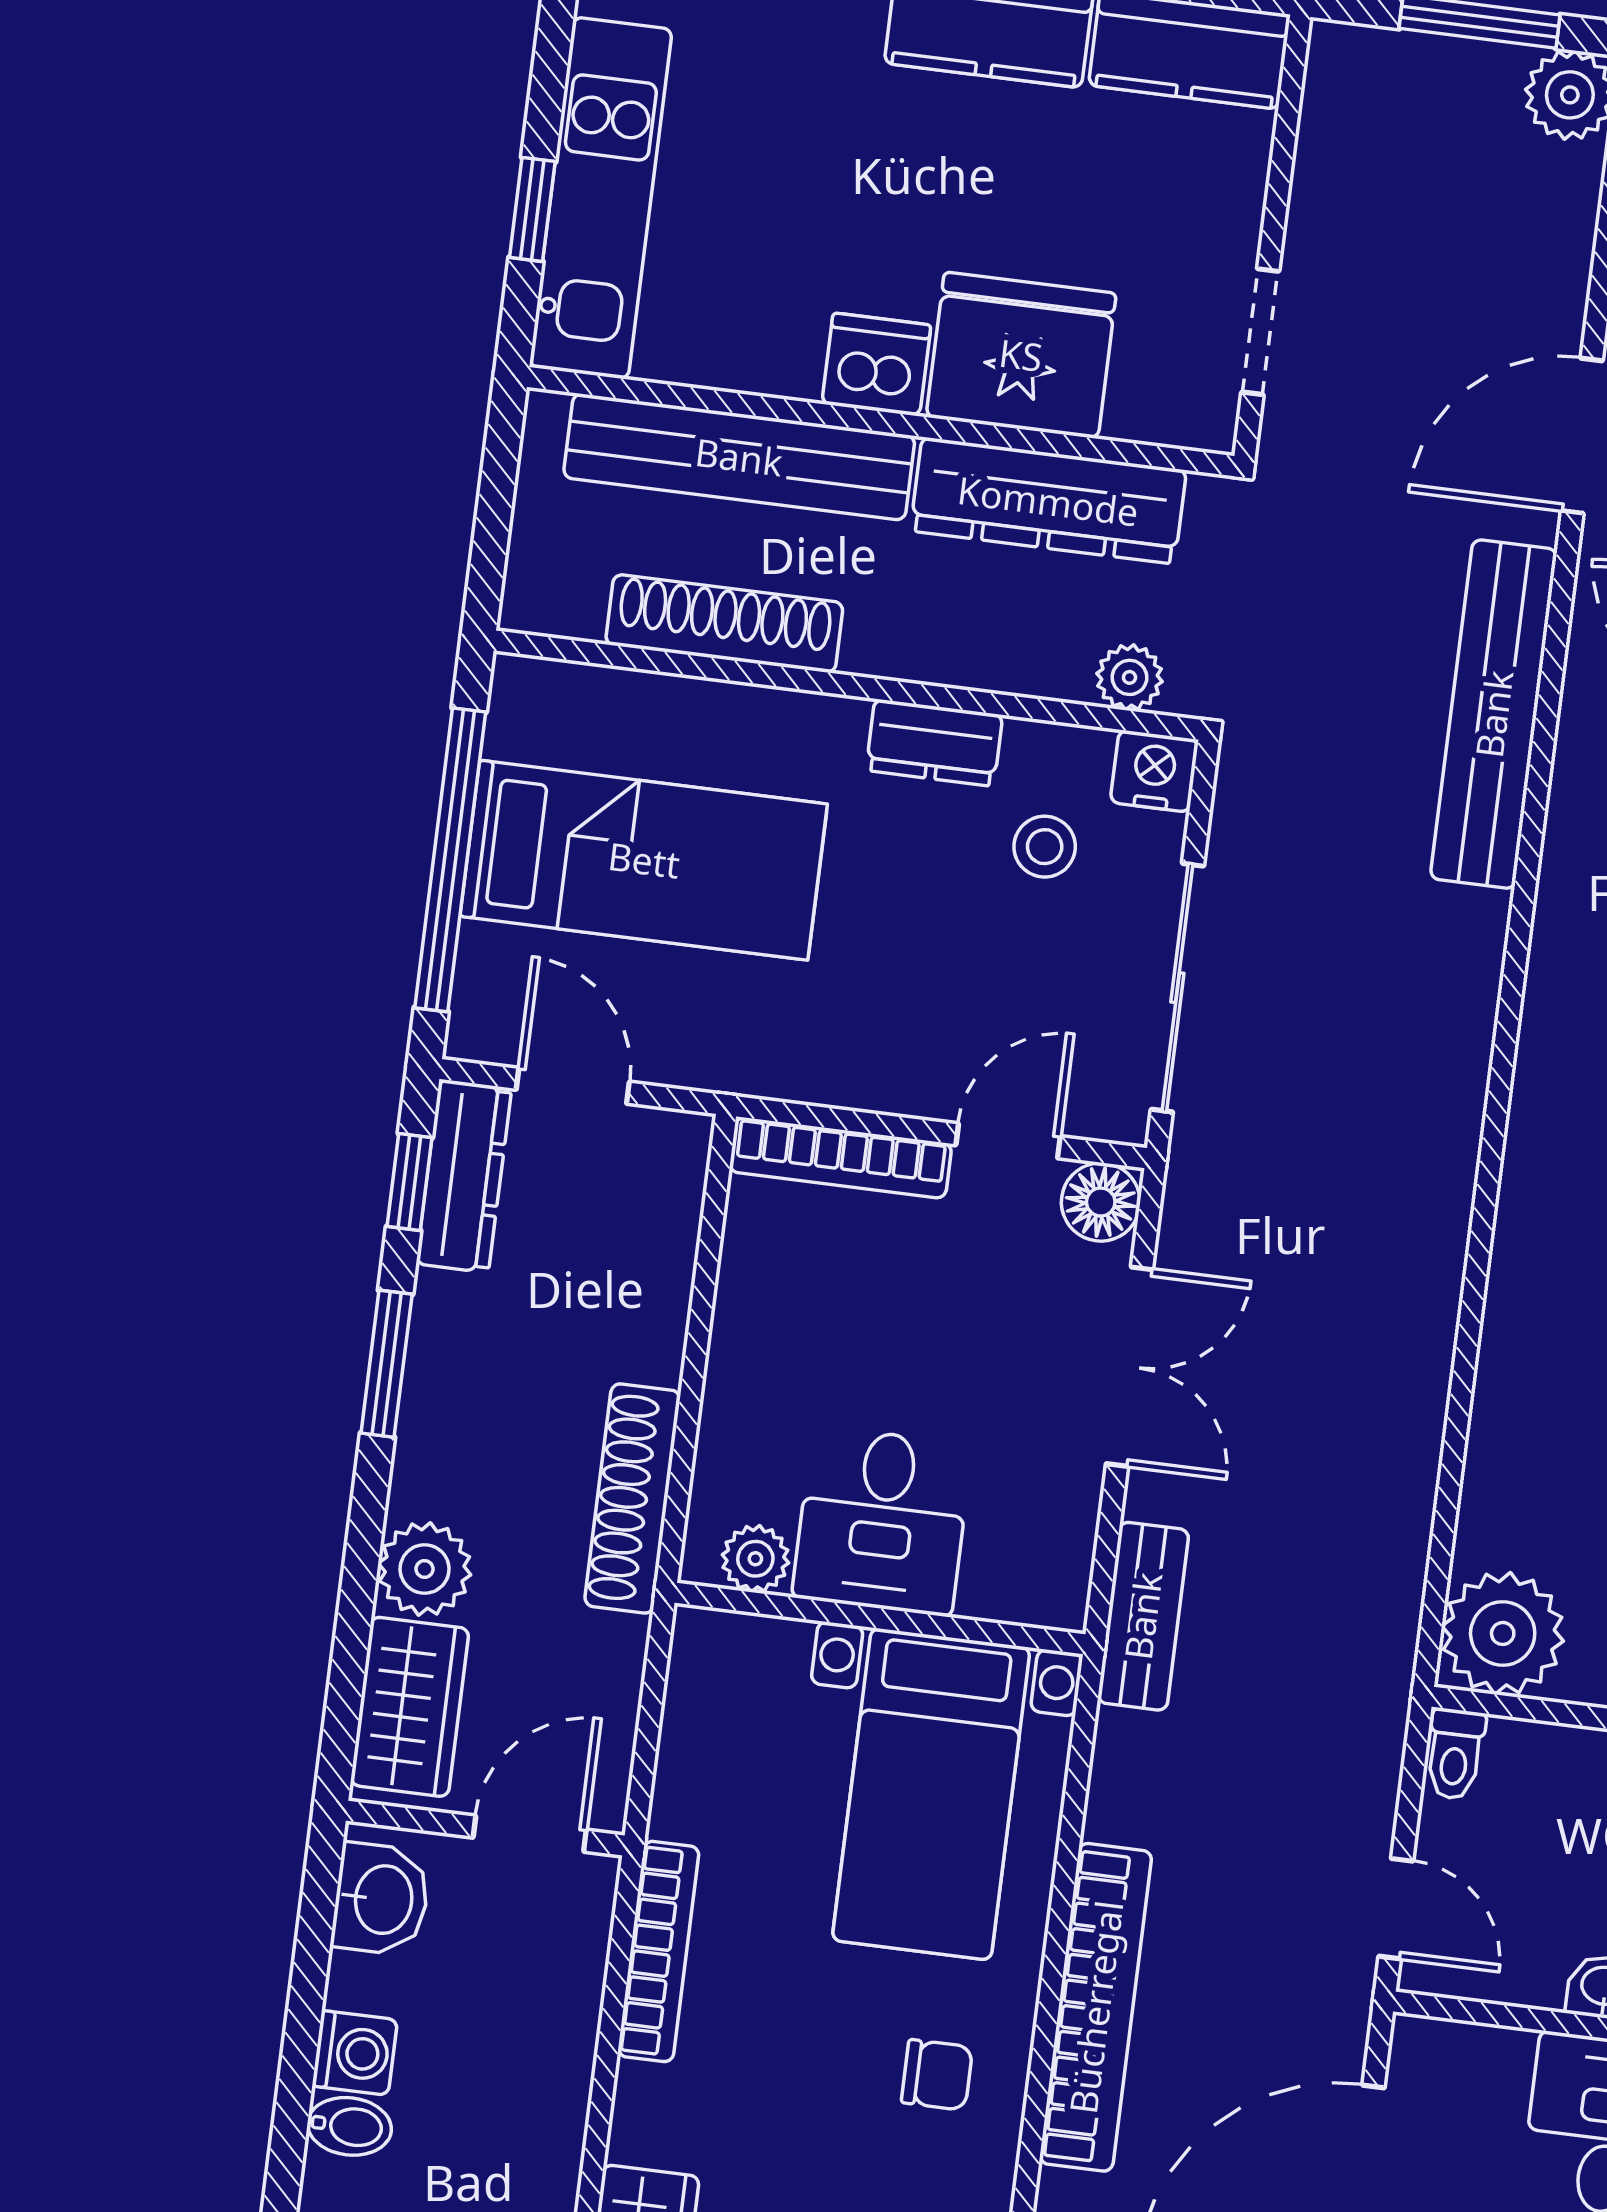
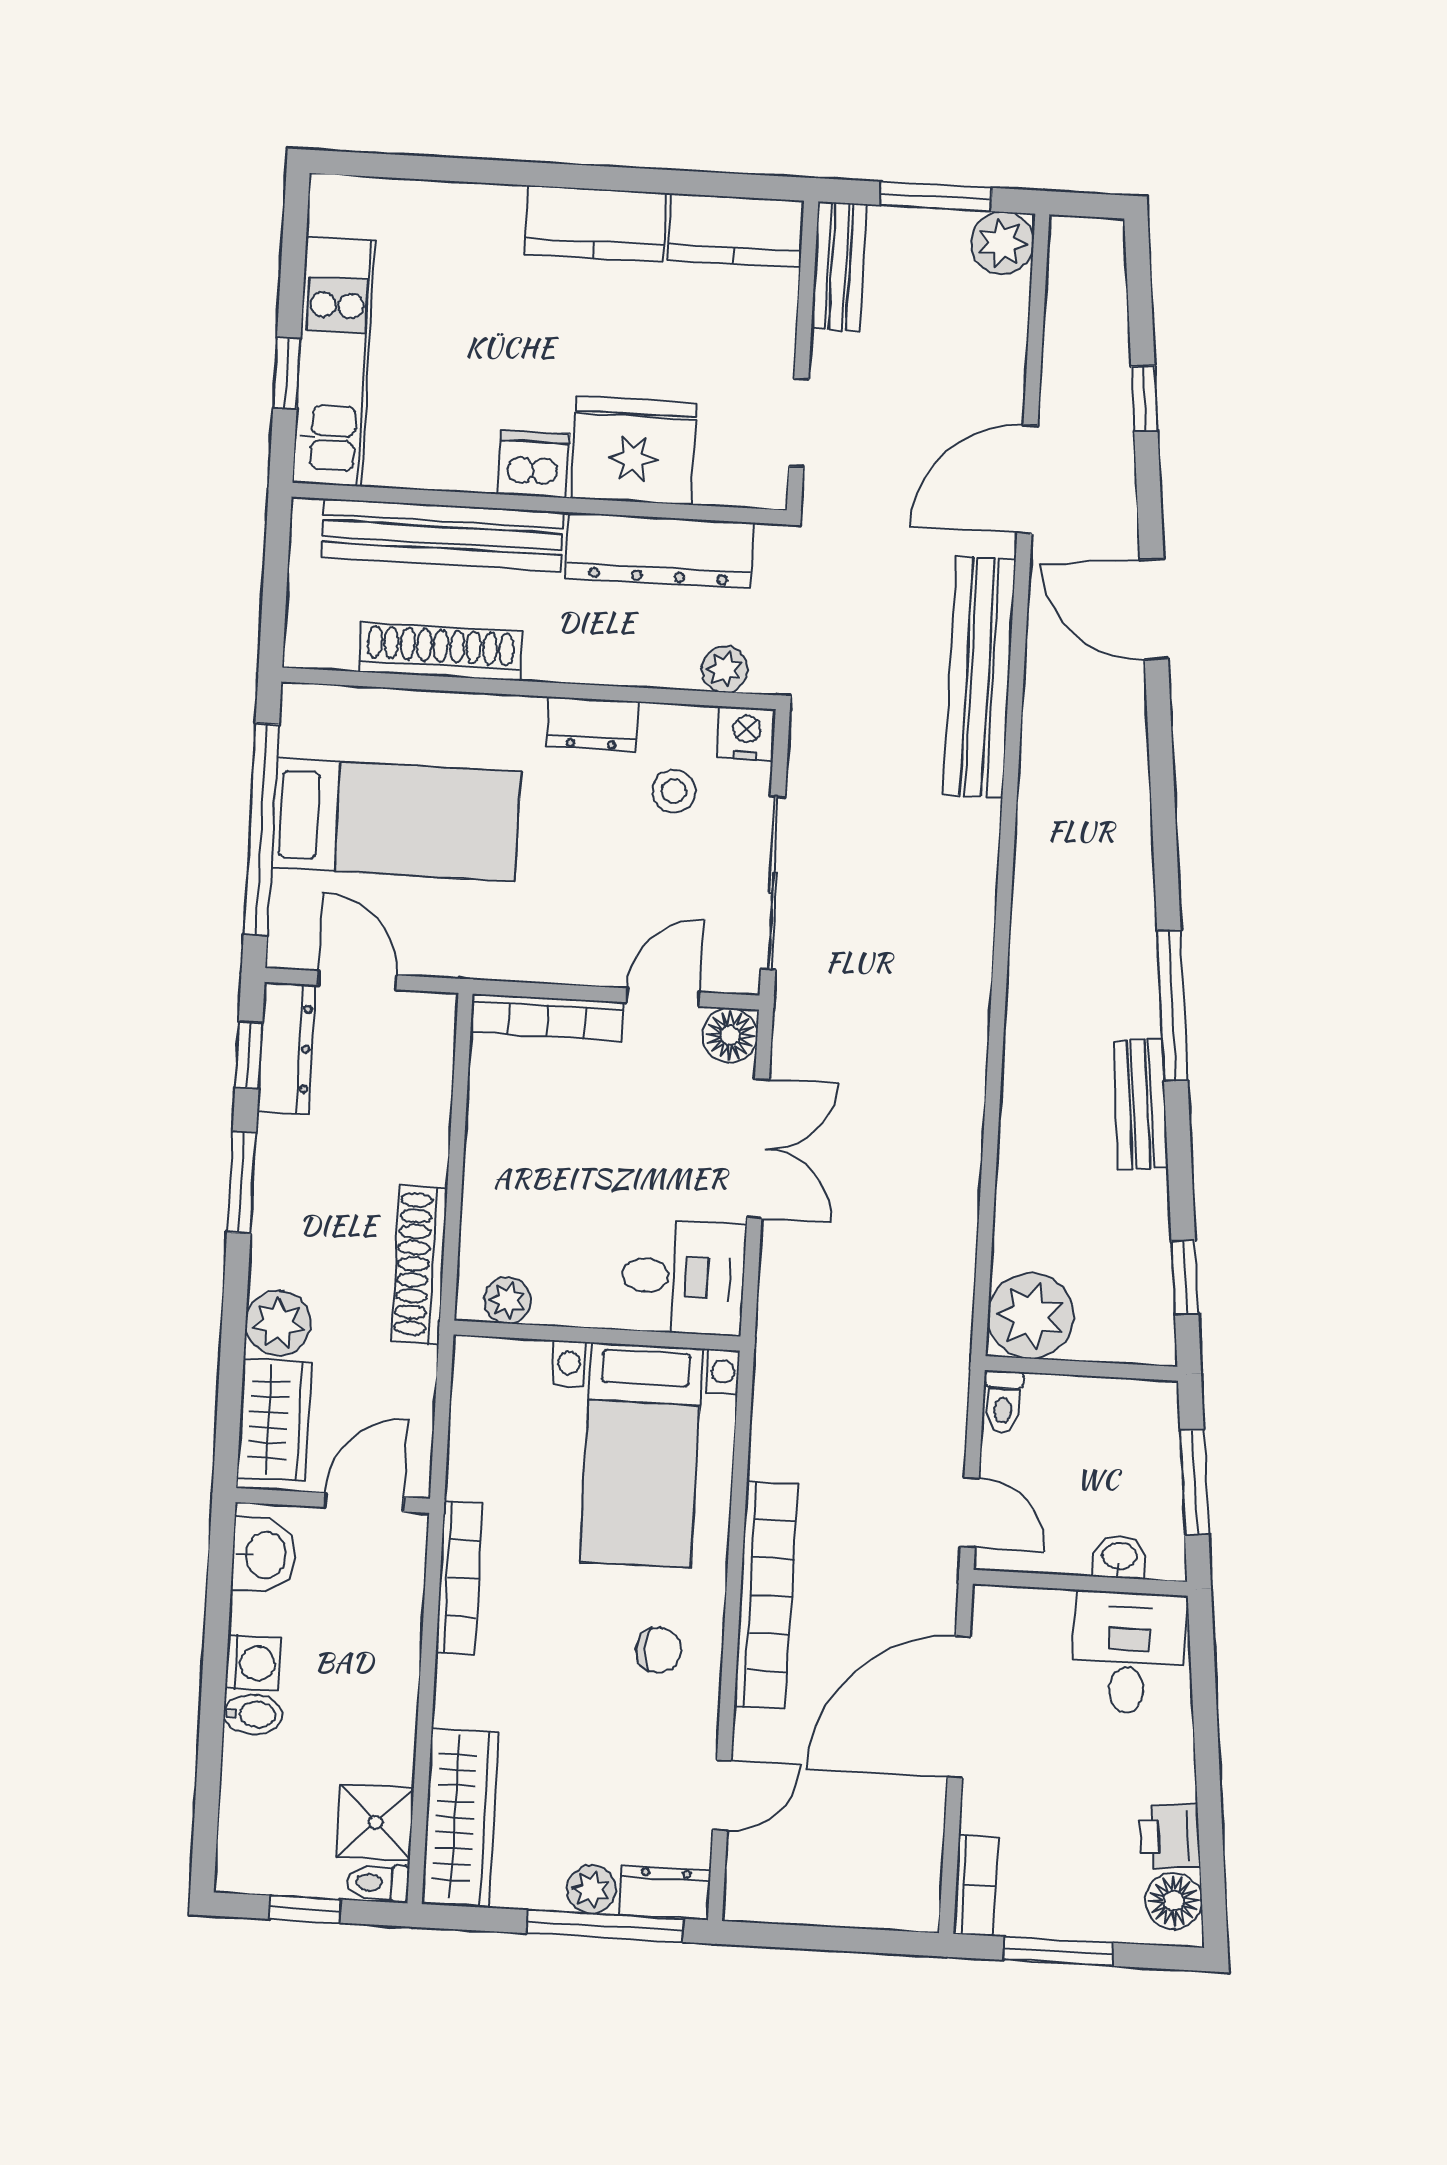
desk: (882, 1521) -> (683, 1277), moved, turned -90
bench: (1143, 1616) -> (839, 266), moved

